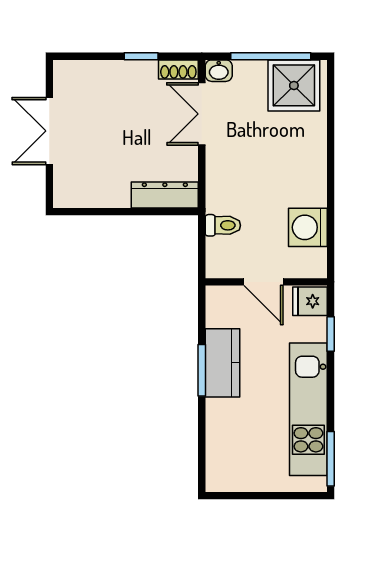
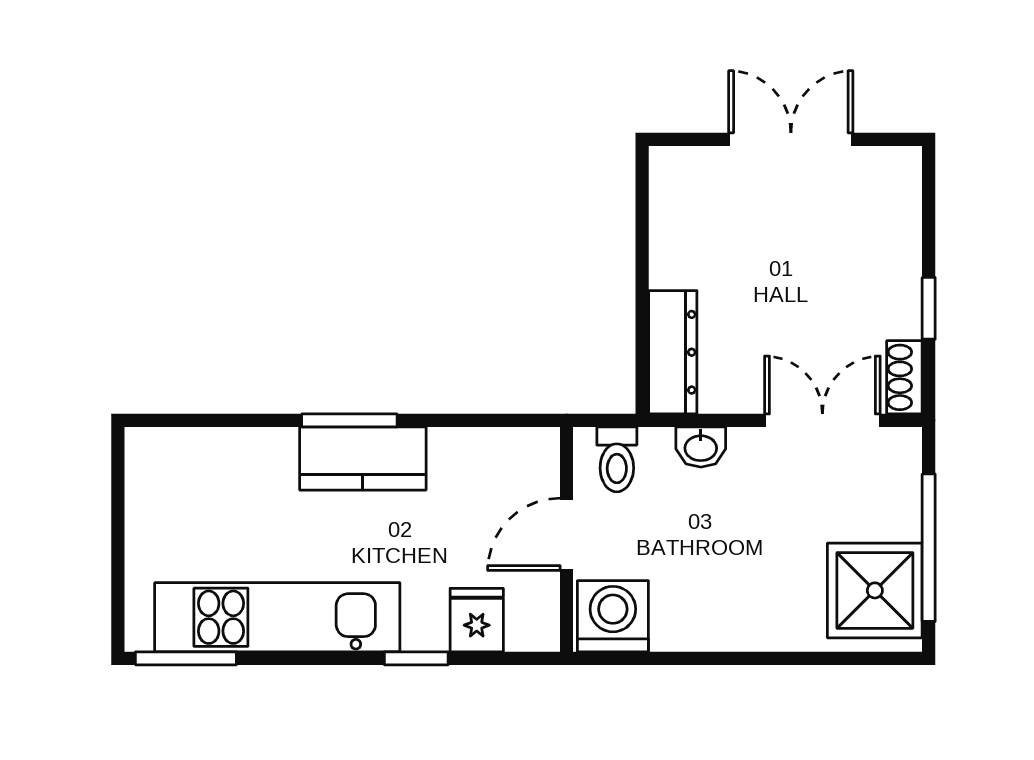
washbasin: (219, 71) -> (701, 447), moved, turned -90
door: (263, 282) -> (567, 534), moved
wall: (266, 282) -> (567, 539), moved

